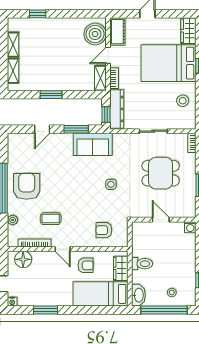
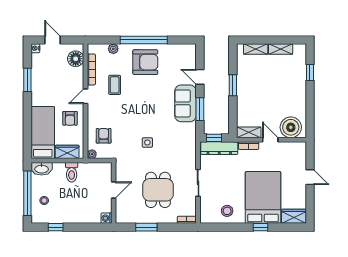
cot: (117, 32) -> (293, 149), removed
sofa: (93, 144) -> (185, 103), moved
plant: (123, 242) -> (92, 154), added

